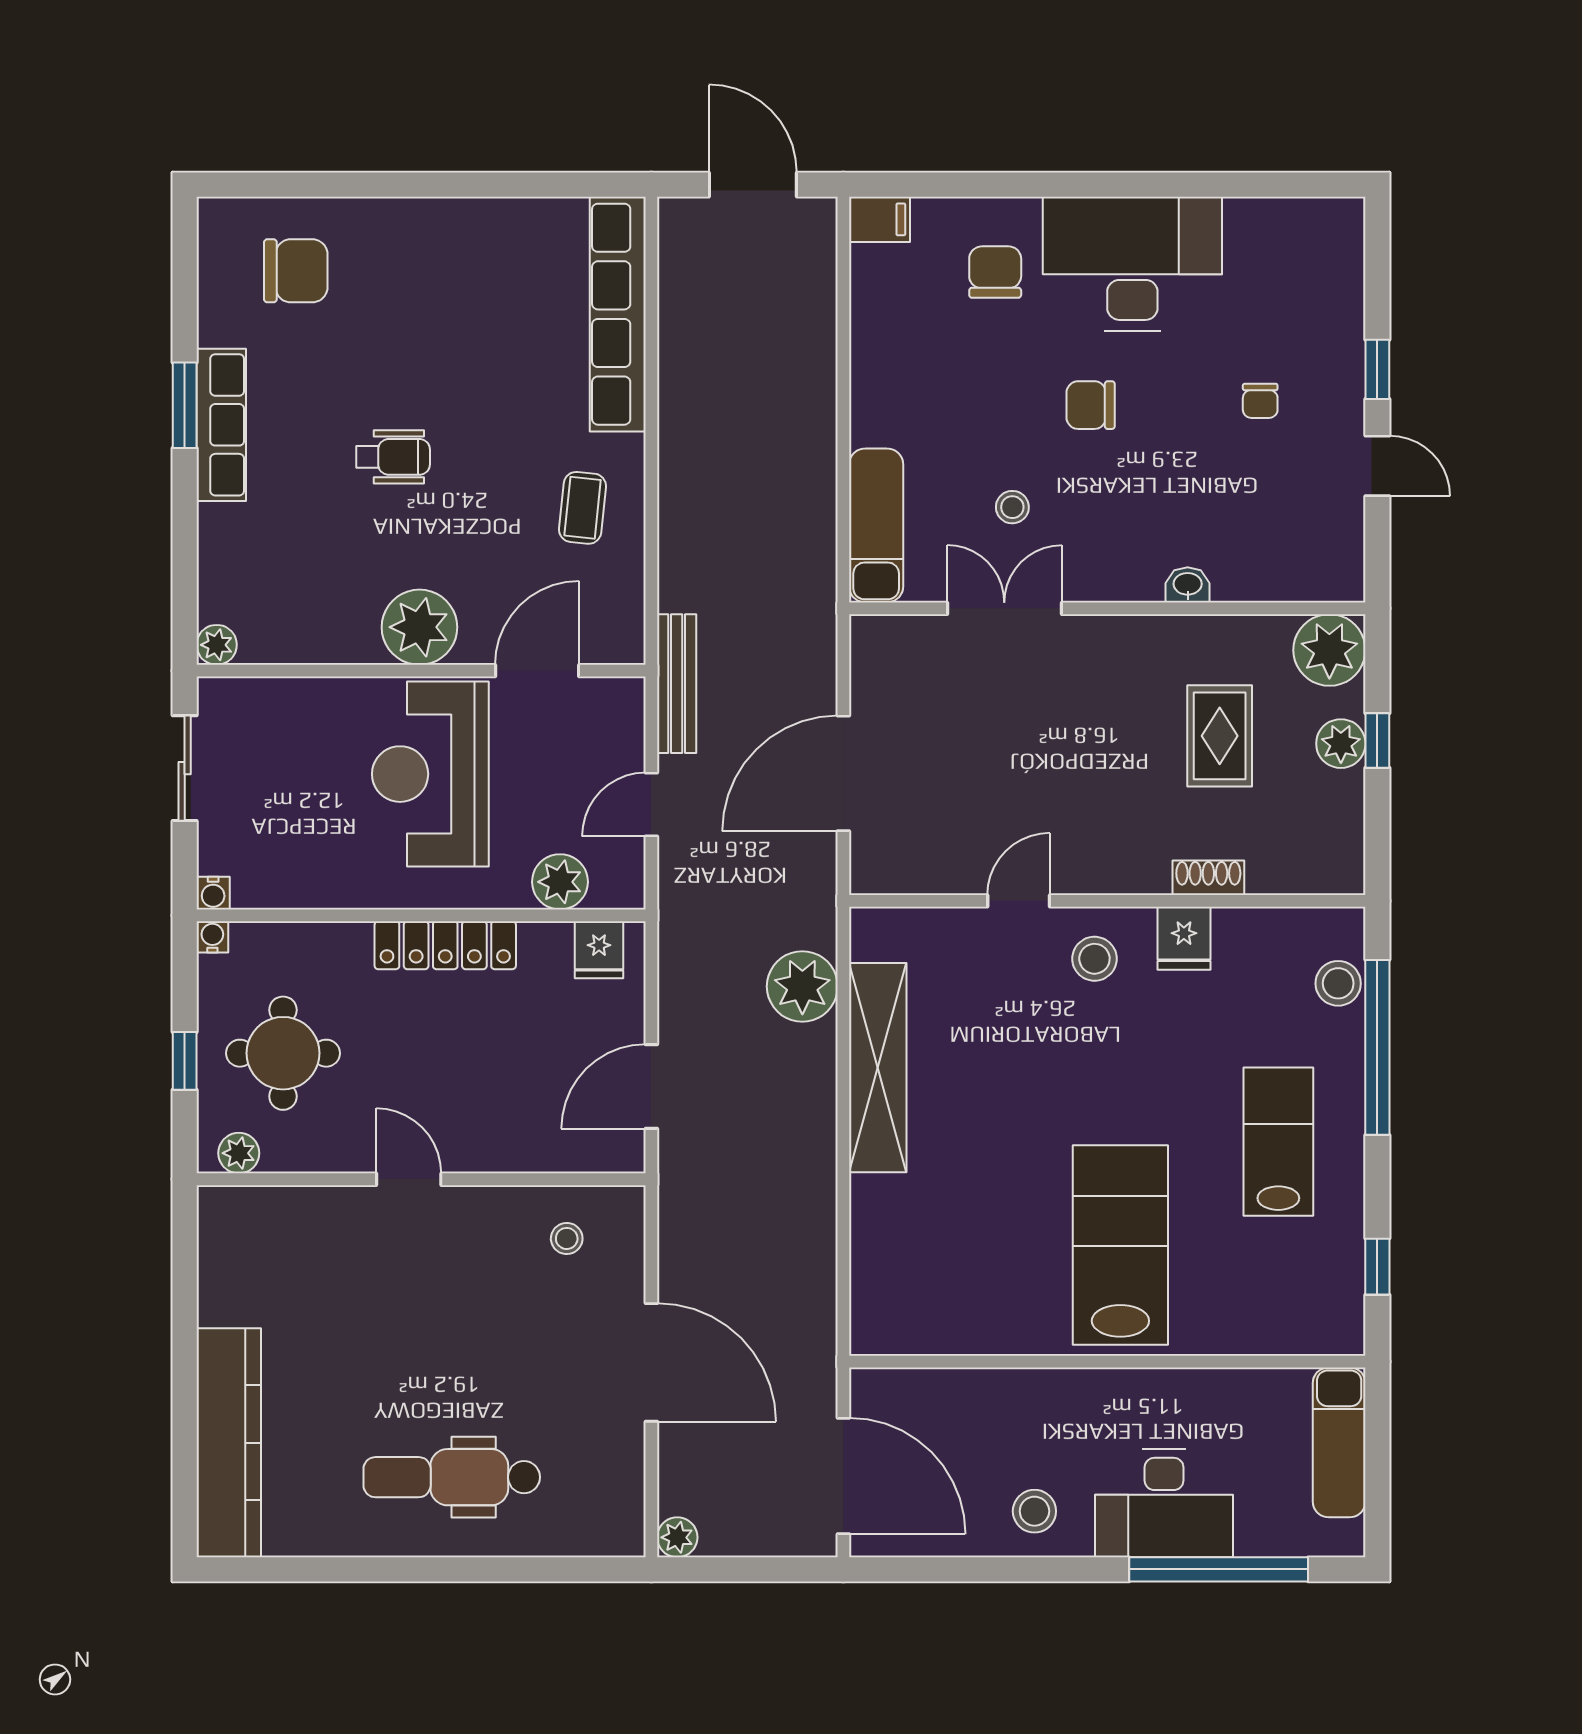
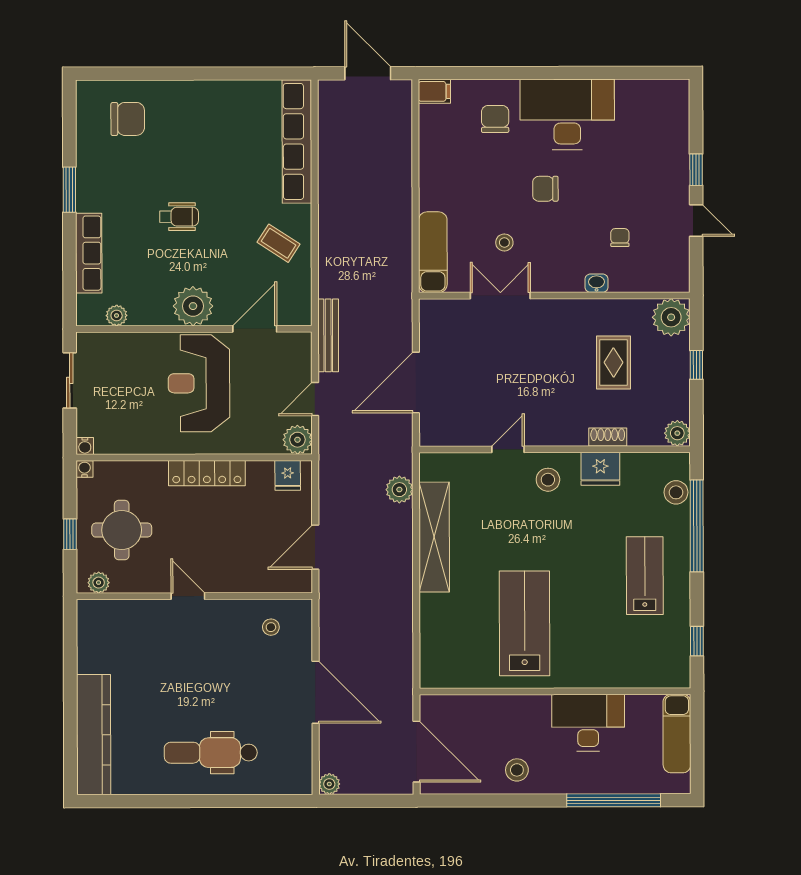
chair: (1260, 401) -> (620, 238), moved, turned 180
row of seats: (221, 425) -> (89, 253), moved
coffee table: (583, 508) -> (279, 243), turned -63
plant: (217, 645) -> (117, 315), moved
plant: (1341, 744) -> (677, 433), moved
plant: (560, 882) -> (297, 440), moved
fridge: (1184, 938) -> (600, 469), width x1.38
plant: (802, 986) -> (399, 490), width x0.73, depth x0.73
lab bench: (1120, 1245) -> (525, 623), moved
desk: (1164, 1503) -> (588, 723), moved, turned 180

